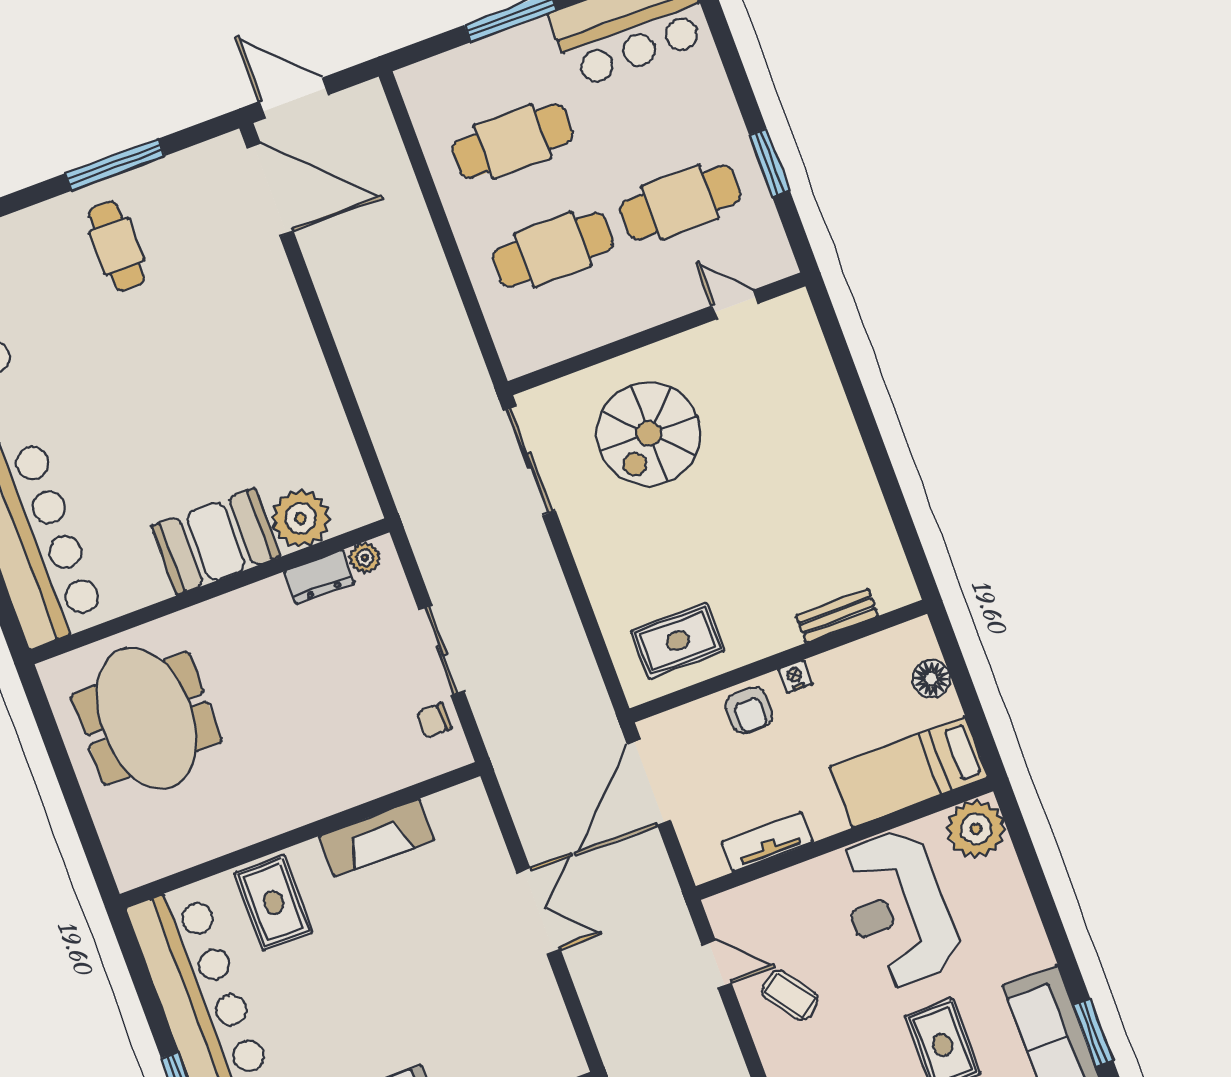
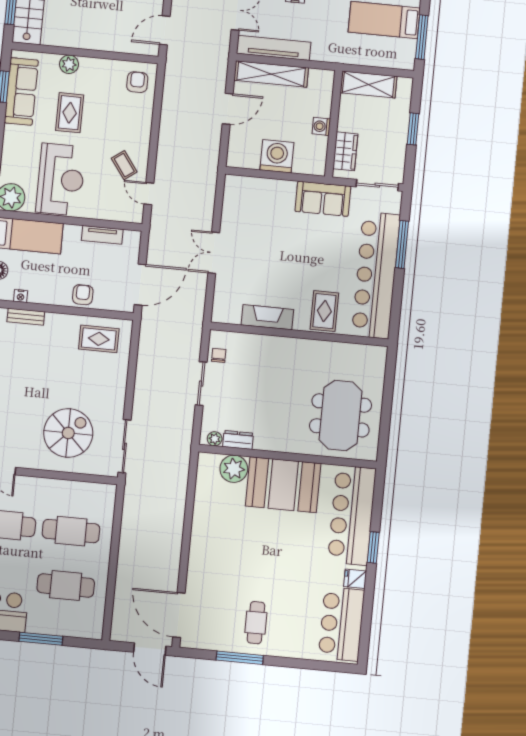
booth: (216, 541) -> (283, 485), width x1.36, depth x1.42
nightstand: (795, 676) -> (21, 296), moved
chair: (434, 720) -> (219, 355), turned -90

